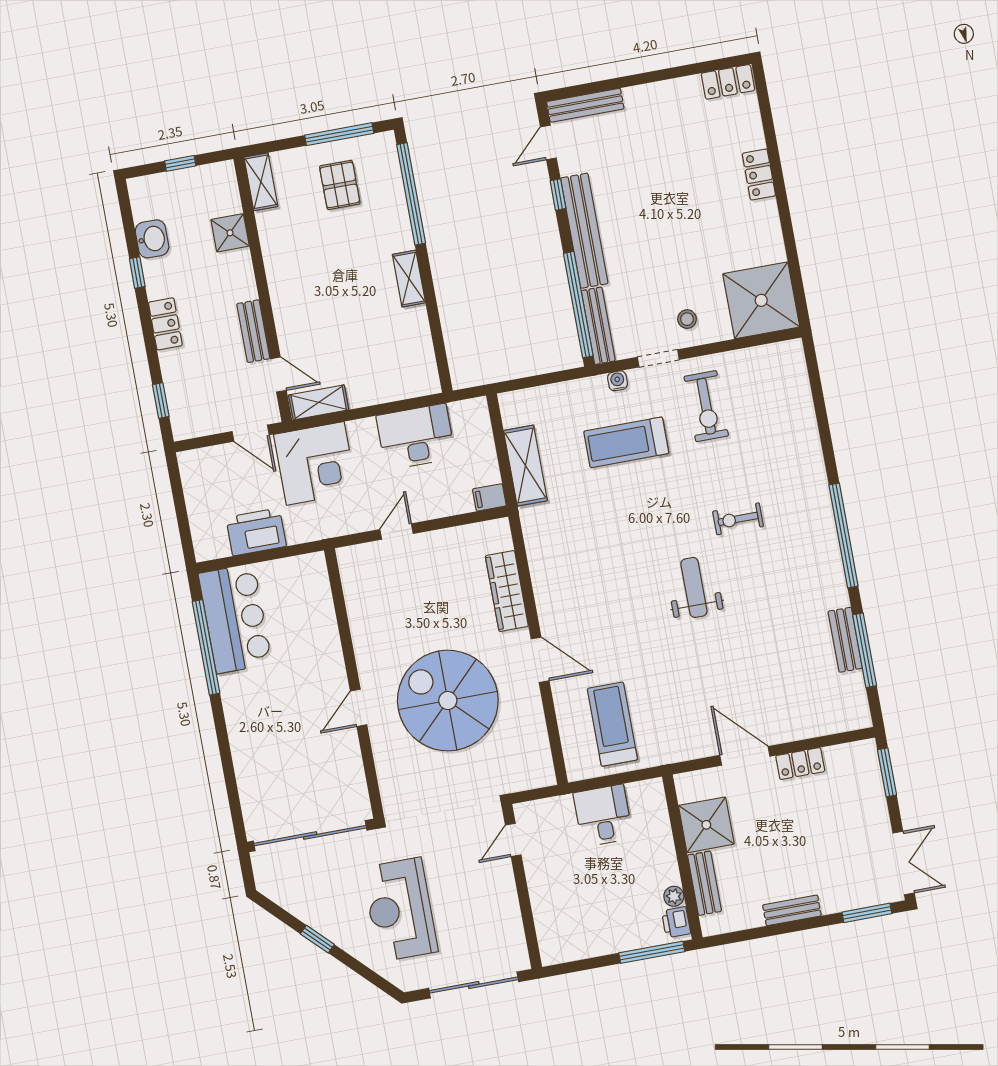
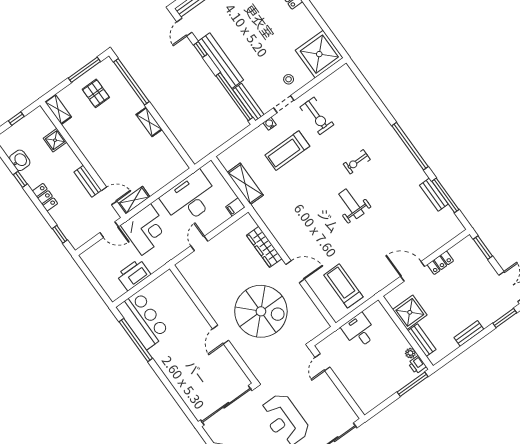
desk: (416, 437) -> (190, 198), width x1.36, depth x1.30
spiral stairs: (448, 701) -> (261, 311), turned 180

